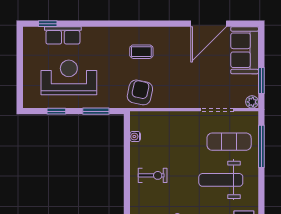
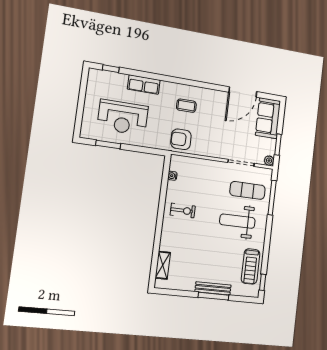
row of seats: (63, 35) -> (144, 85), moved
reception desk: (69, 77) -> (123, 117), turned 180
armchair: (140, 92) -> (181, 139), turned -102
window: (56, 111) -> (108, 145), width x1.50
window: (96, 111) -> (142, 150), removed

